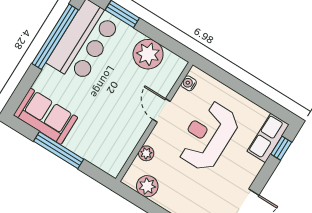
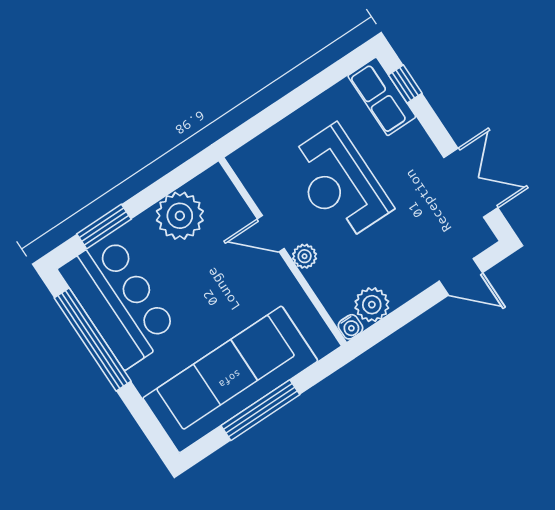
water cooler: (189, 83) -> (350, 327), moved, turned -90
sofa: (46, 116) -> (230, 379), width x1.85, depth x1.27
plant: (146, 153) -> (305, 256), moved

